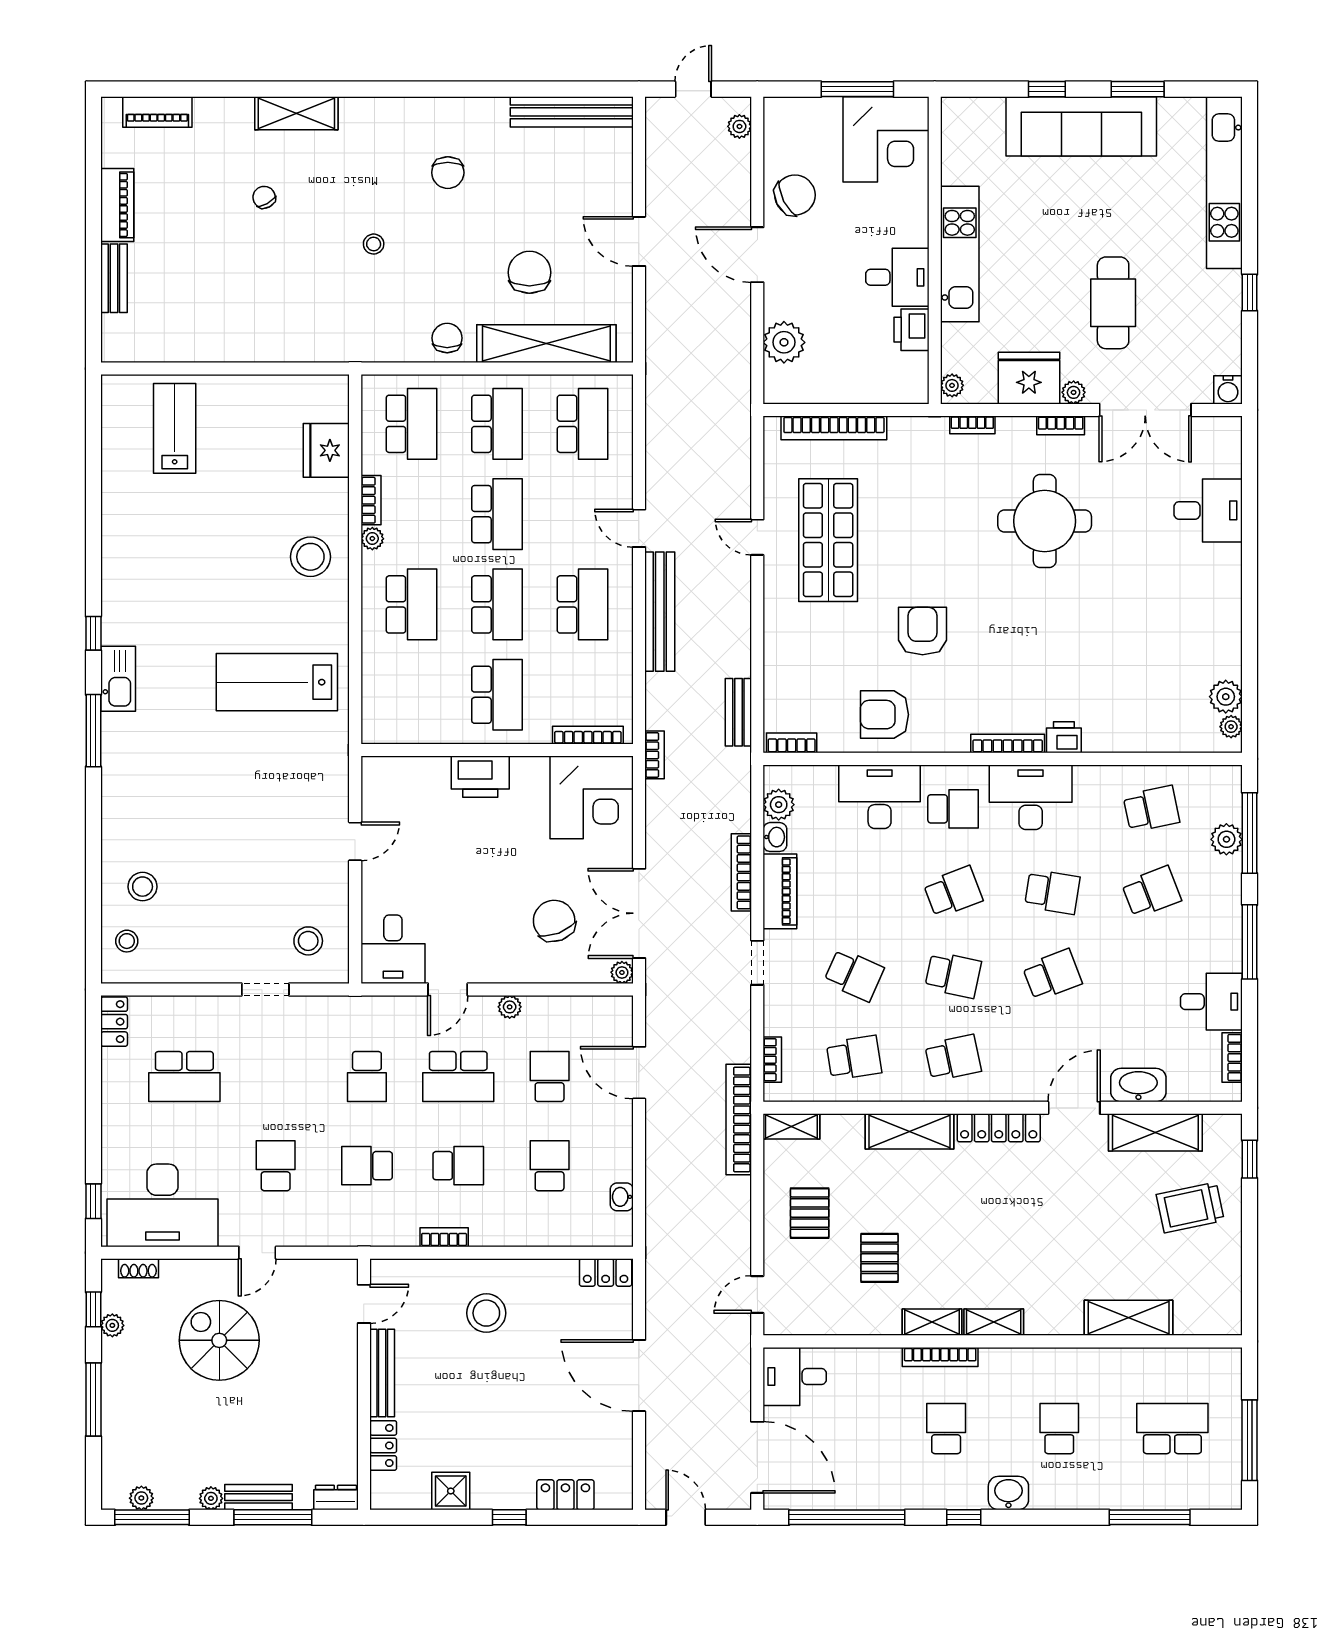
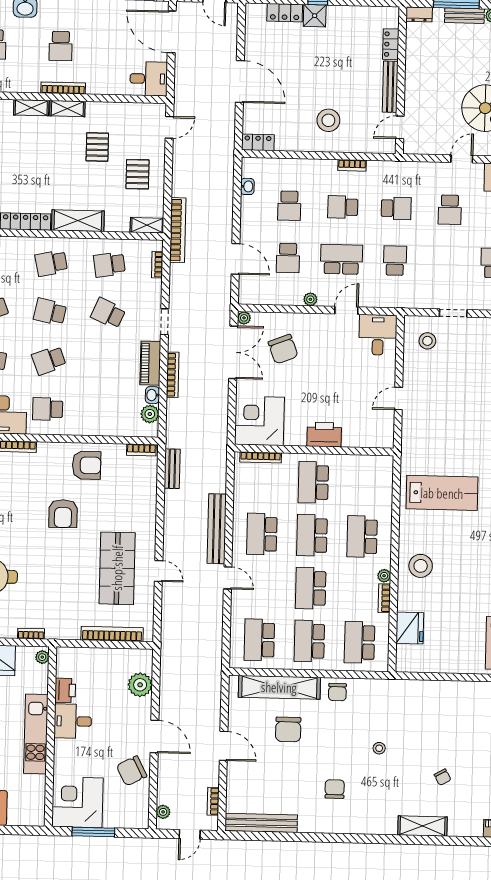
bookcase: (654, 755) -> (213, 801), moved
desk: (880, 797) -> (91, 417), removed
shower: (451, 1491) -> (315, 16), moved

